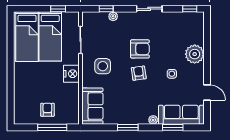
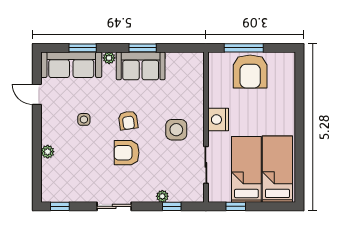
plant: (195, 54) -> (48, 152), width x0.53, depth x0.53
sofa: (92, 106) -> (141, 66), moved, turned -90
armchair: (47, 110) -> (250, 71), width x1.88, depth x1.88

